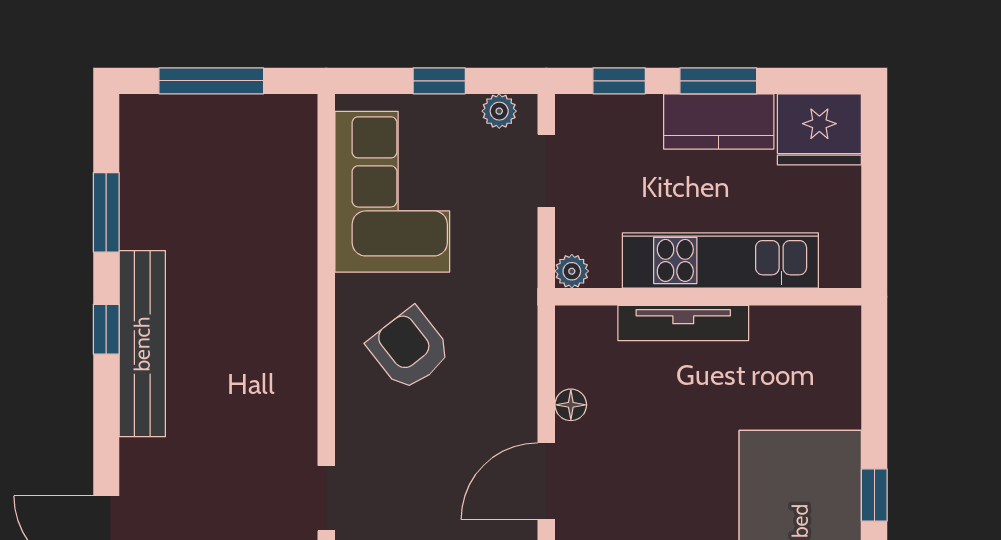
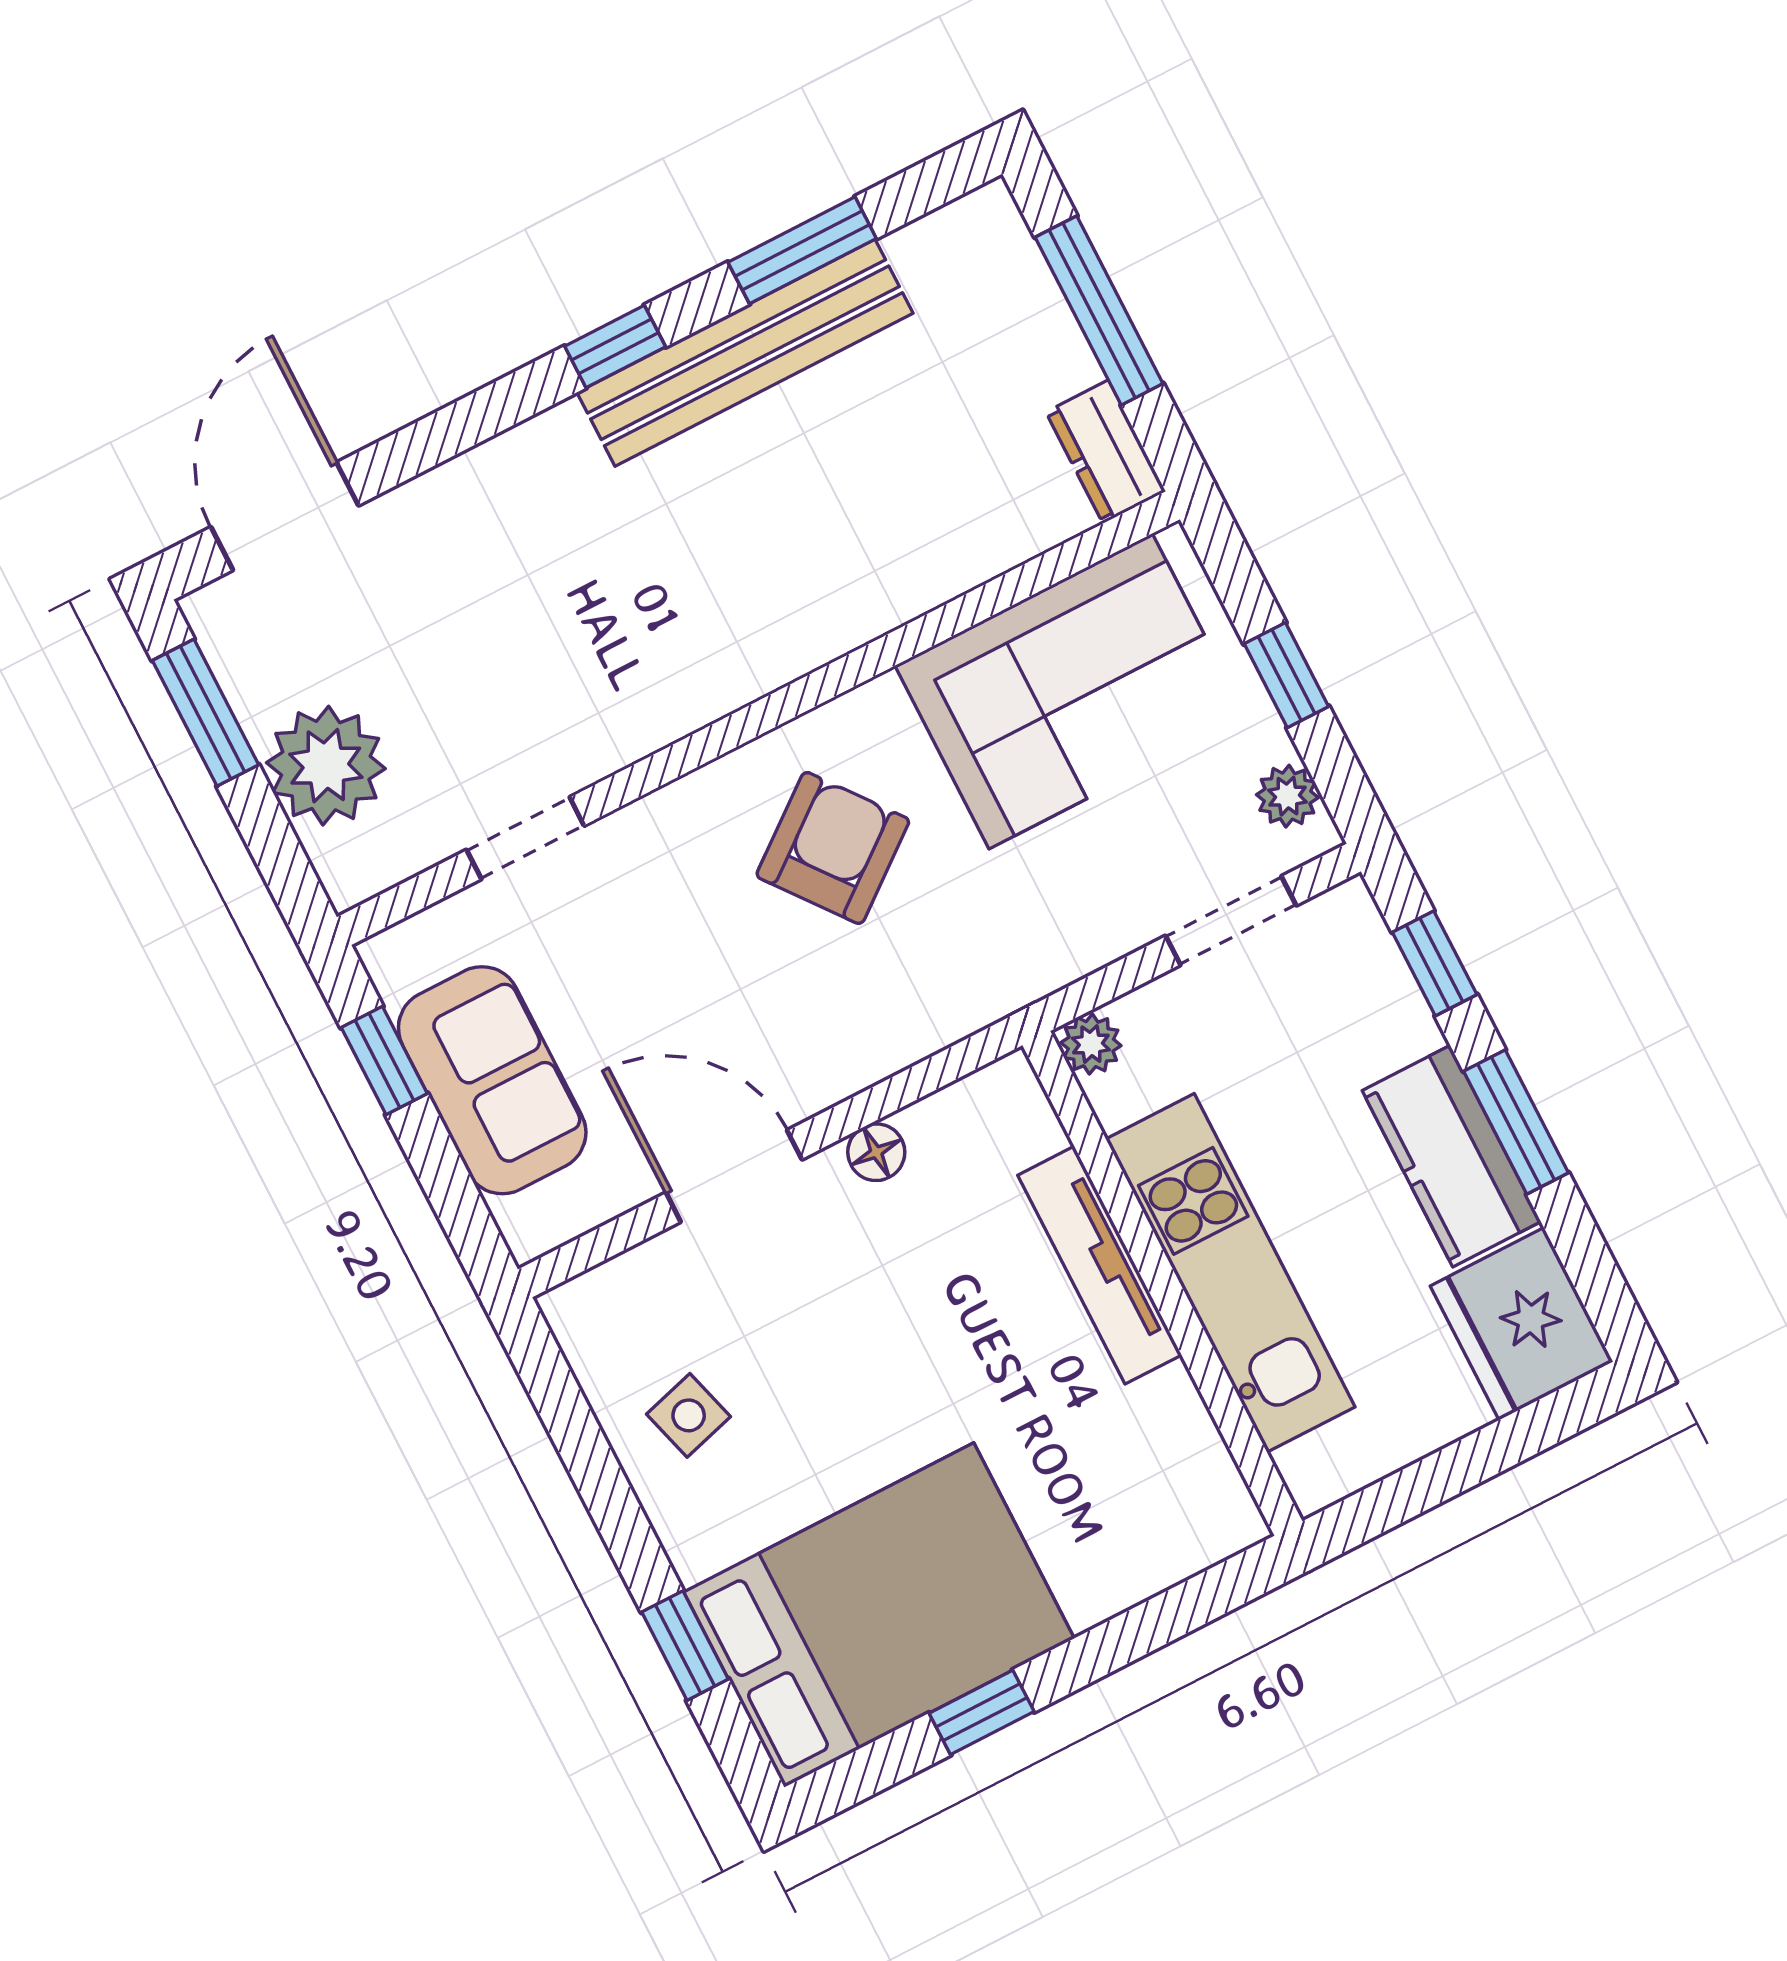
dresser: (283, 113) -> (1106, 452), added
bench: (142, 344) -> (745, 353), moved

